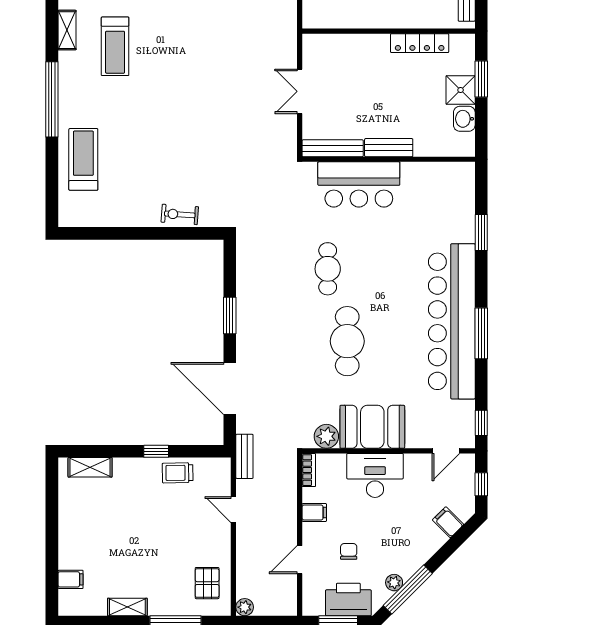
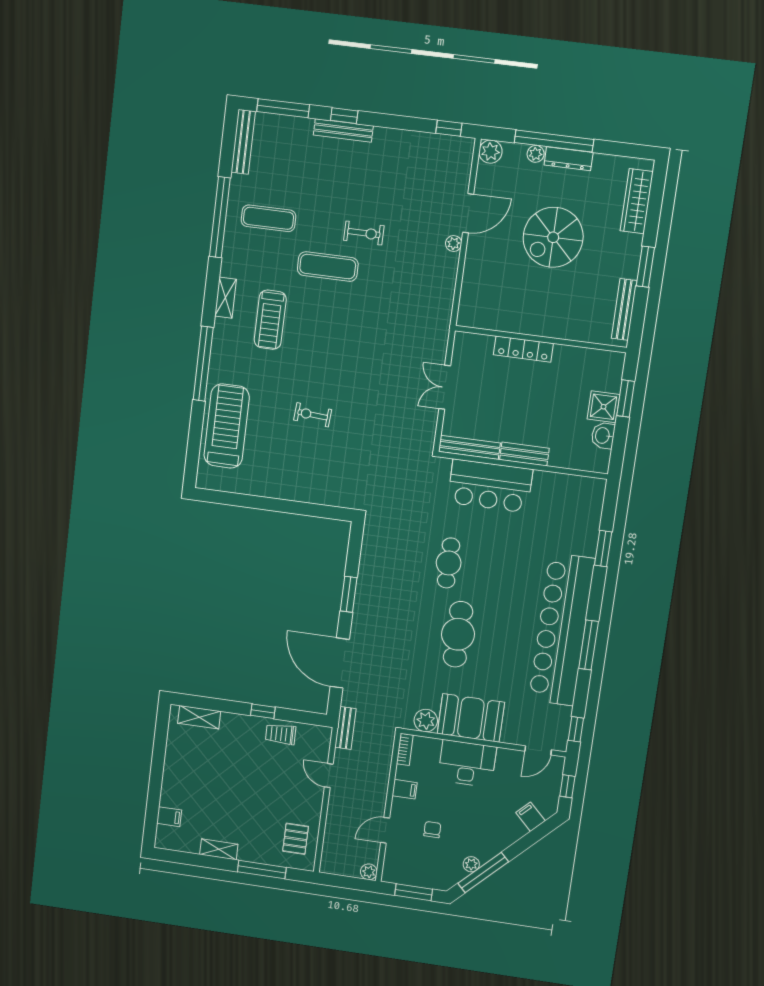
locker: (420, 43) -> (523, 349), moved
treadmill: (83, 159) -> (227, 426), width x1.37, depth x1.38
exercise bike: (180, 214) -> (313, 415), moved
printer: (348, 600) -> (426, 873), removed
plant: (245, 607) -> (369, 872), moved

